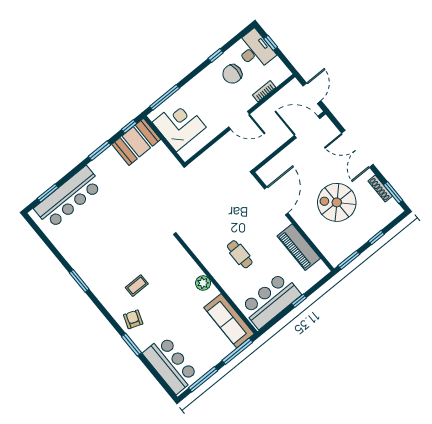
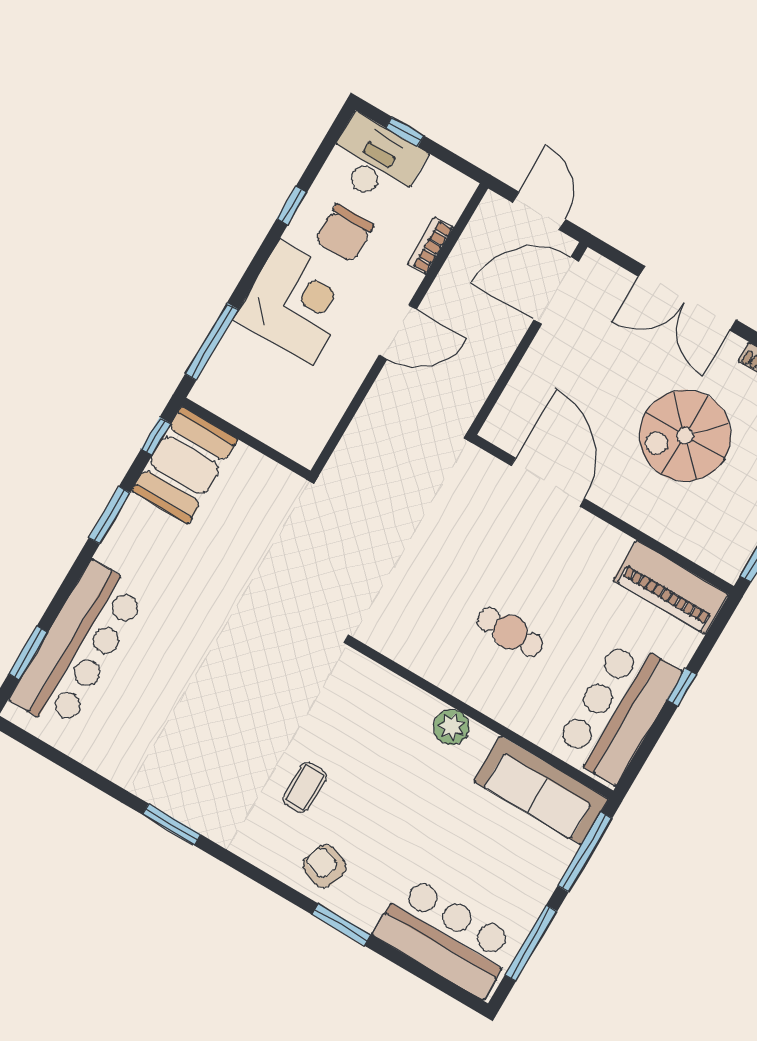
corner desk: (179, 125) -> (296, 302), moved, turned 90
piano: (299, 247) -> (671, 587), moved

